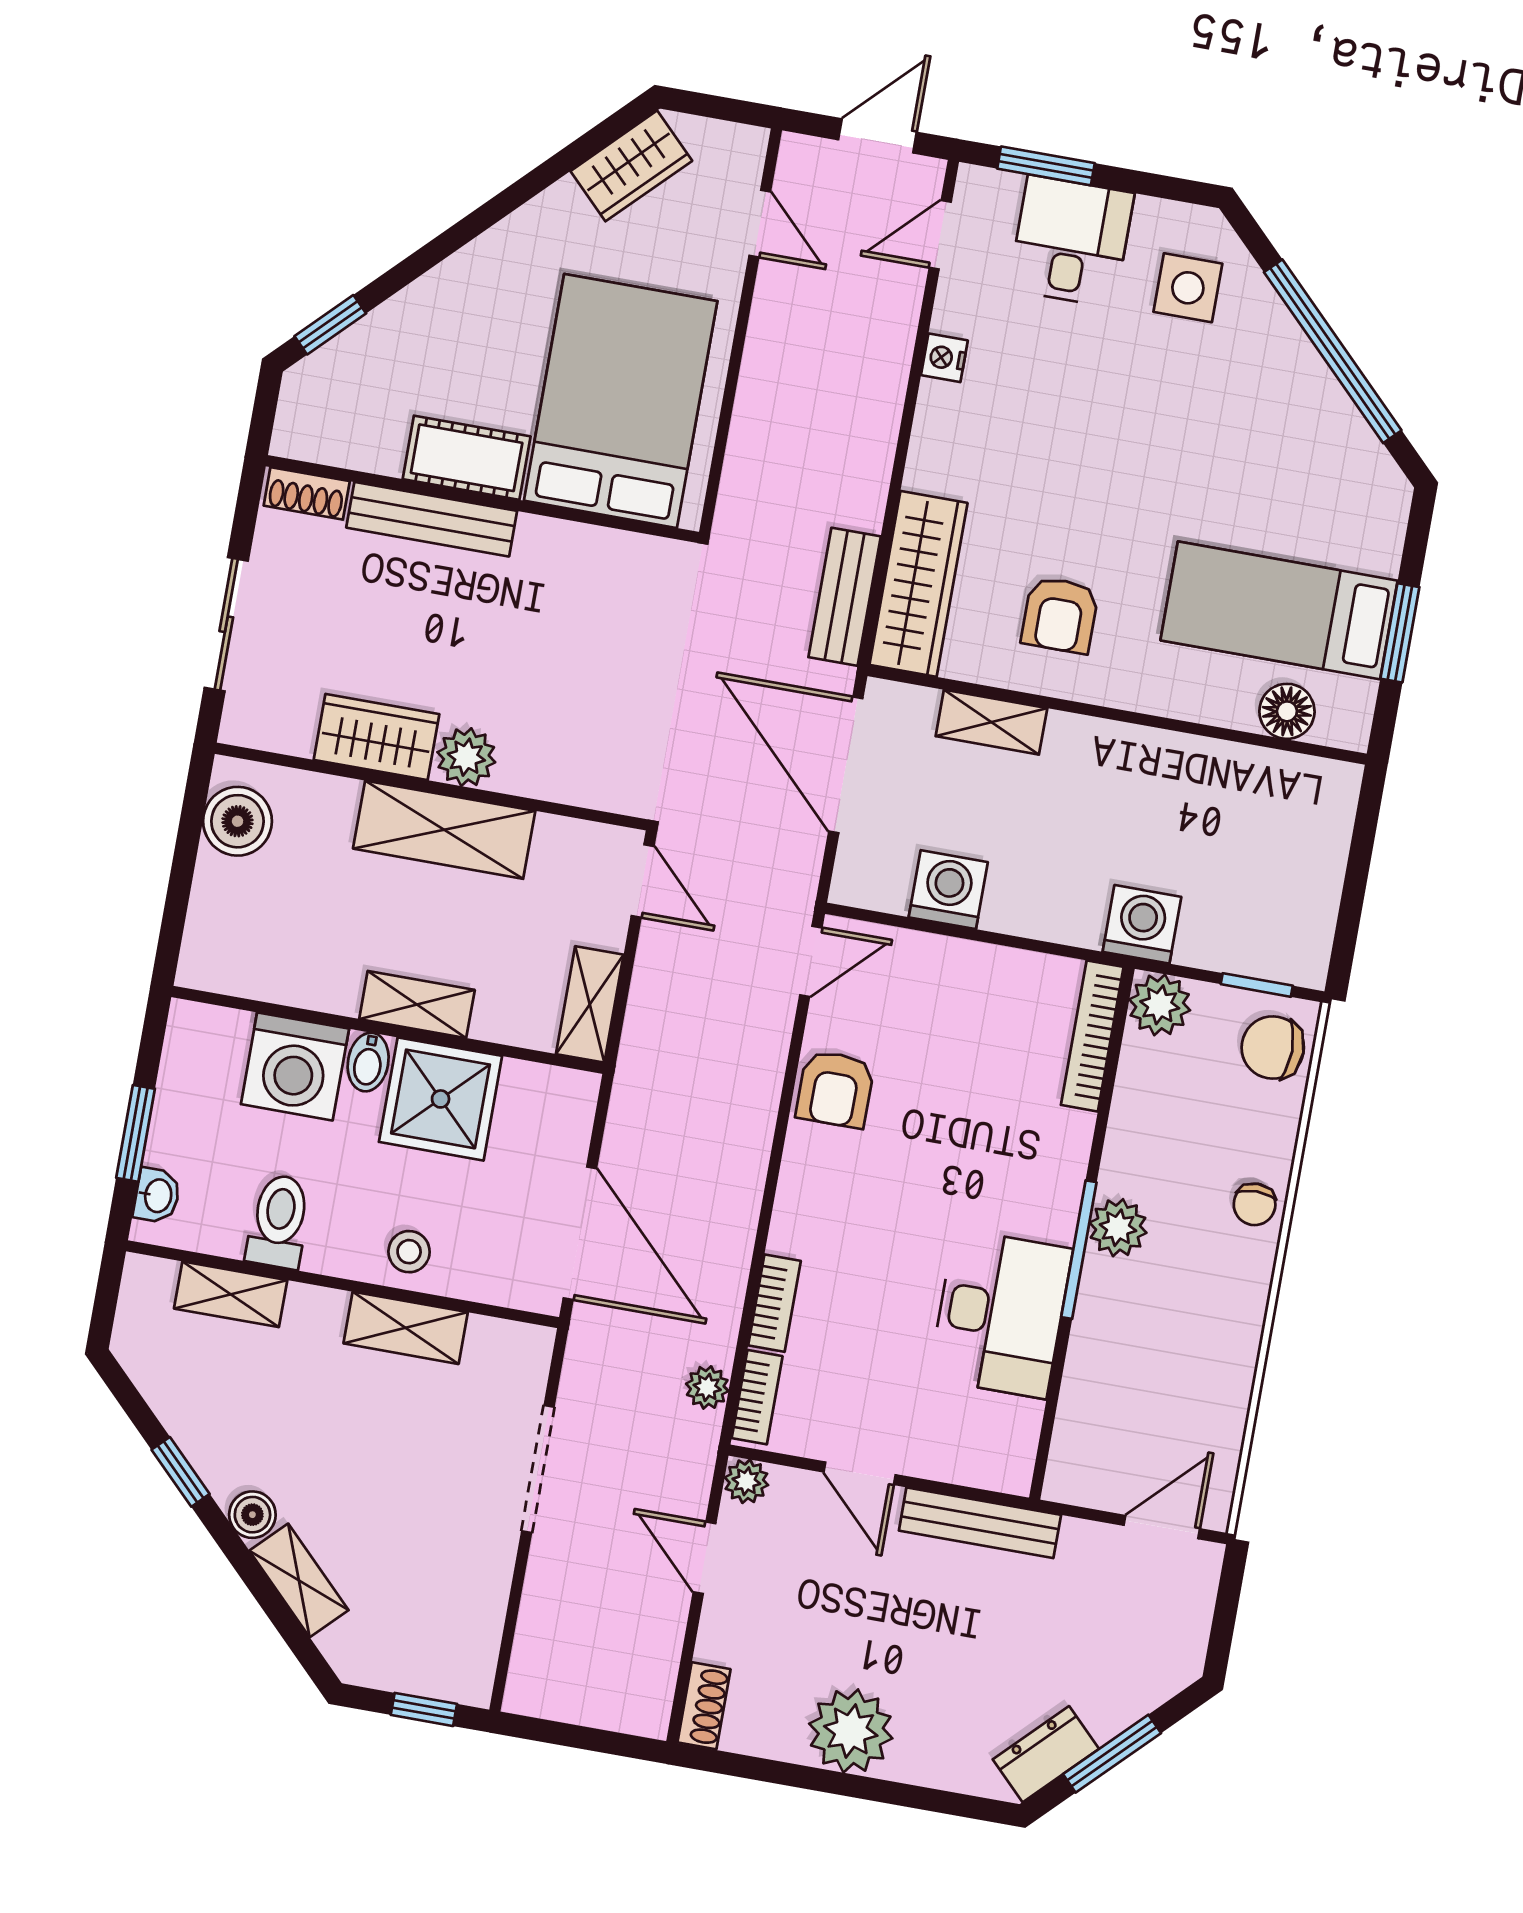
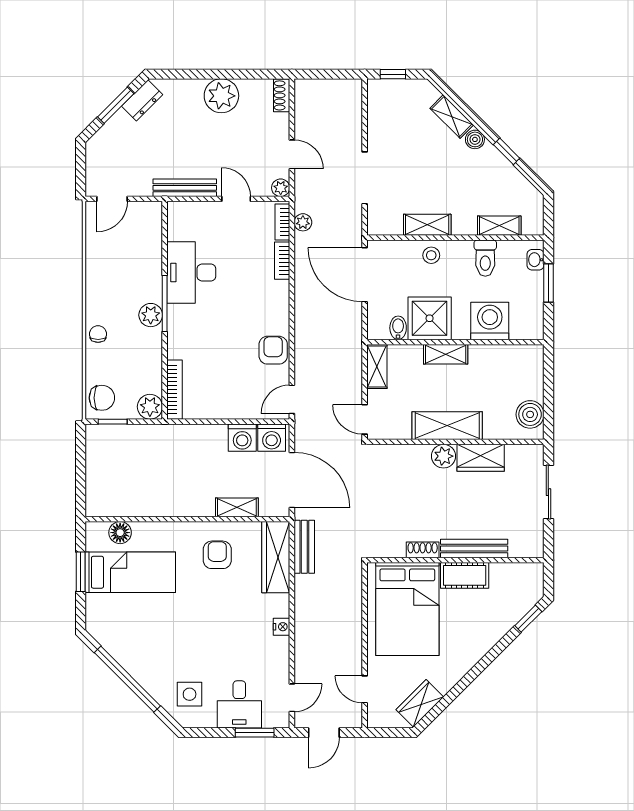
nightstand: (944, 358) -> (282, 627), moved
shoe rack: (307, 493) -> (423, 550), moved
washing machine: (1142, 924) -> (272, 438), moved
bidet: (368, 1062) -> (398, 328), moved

